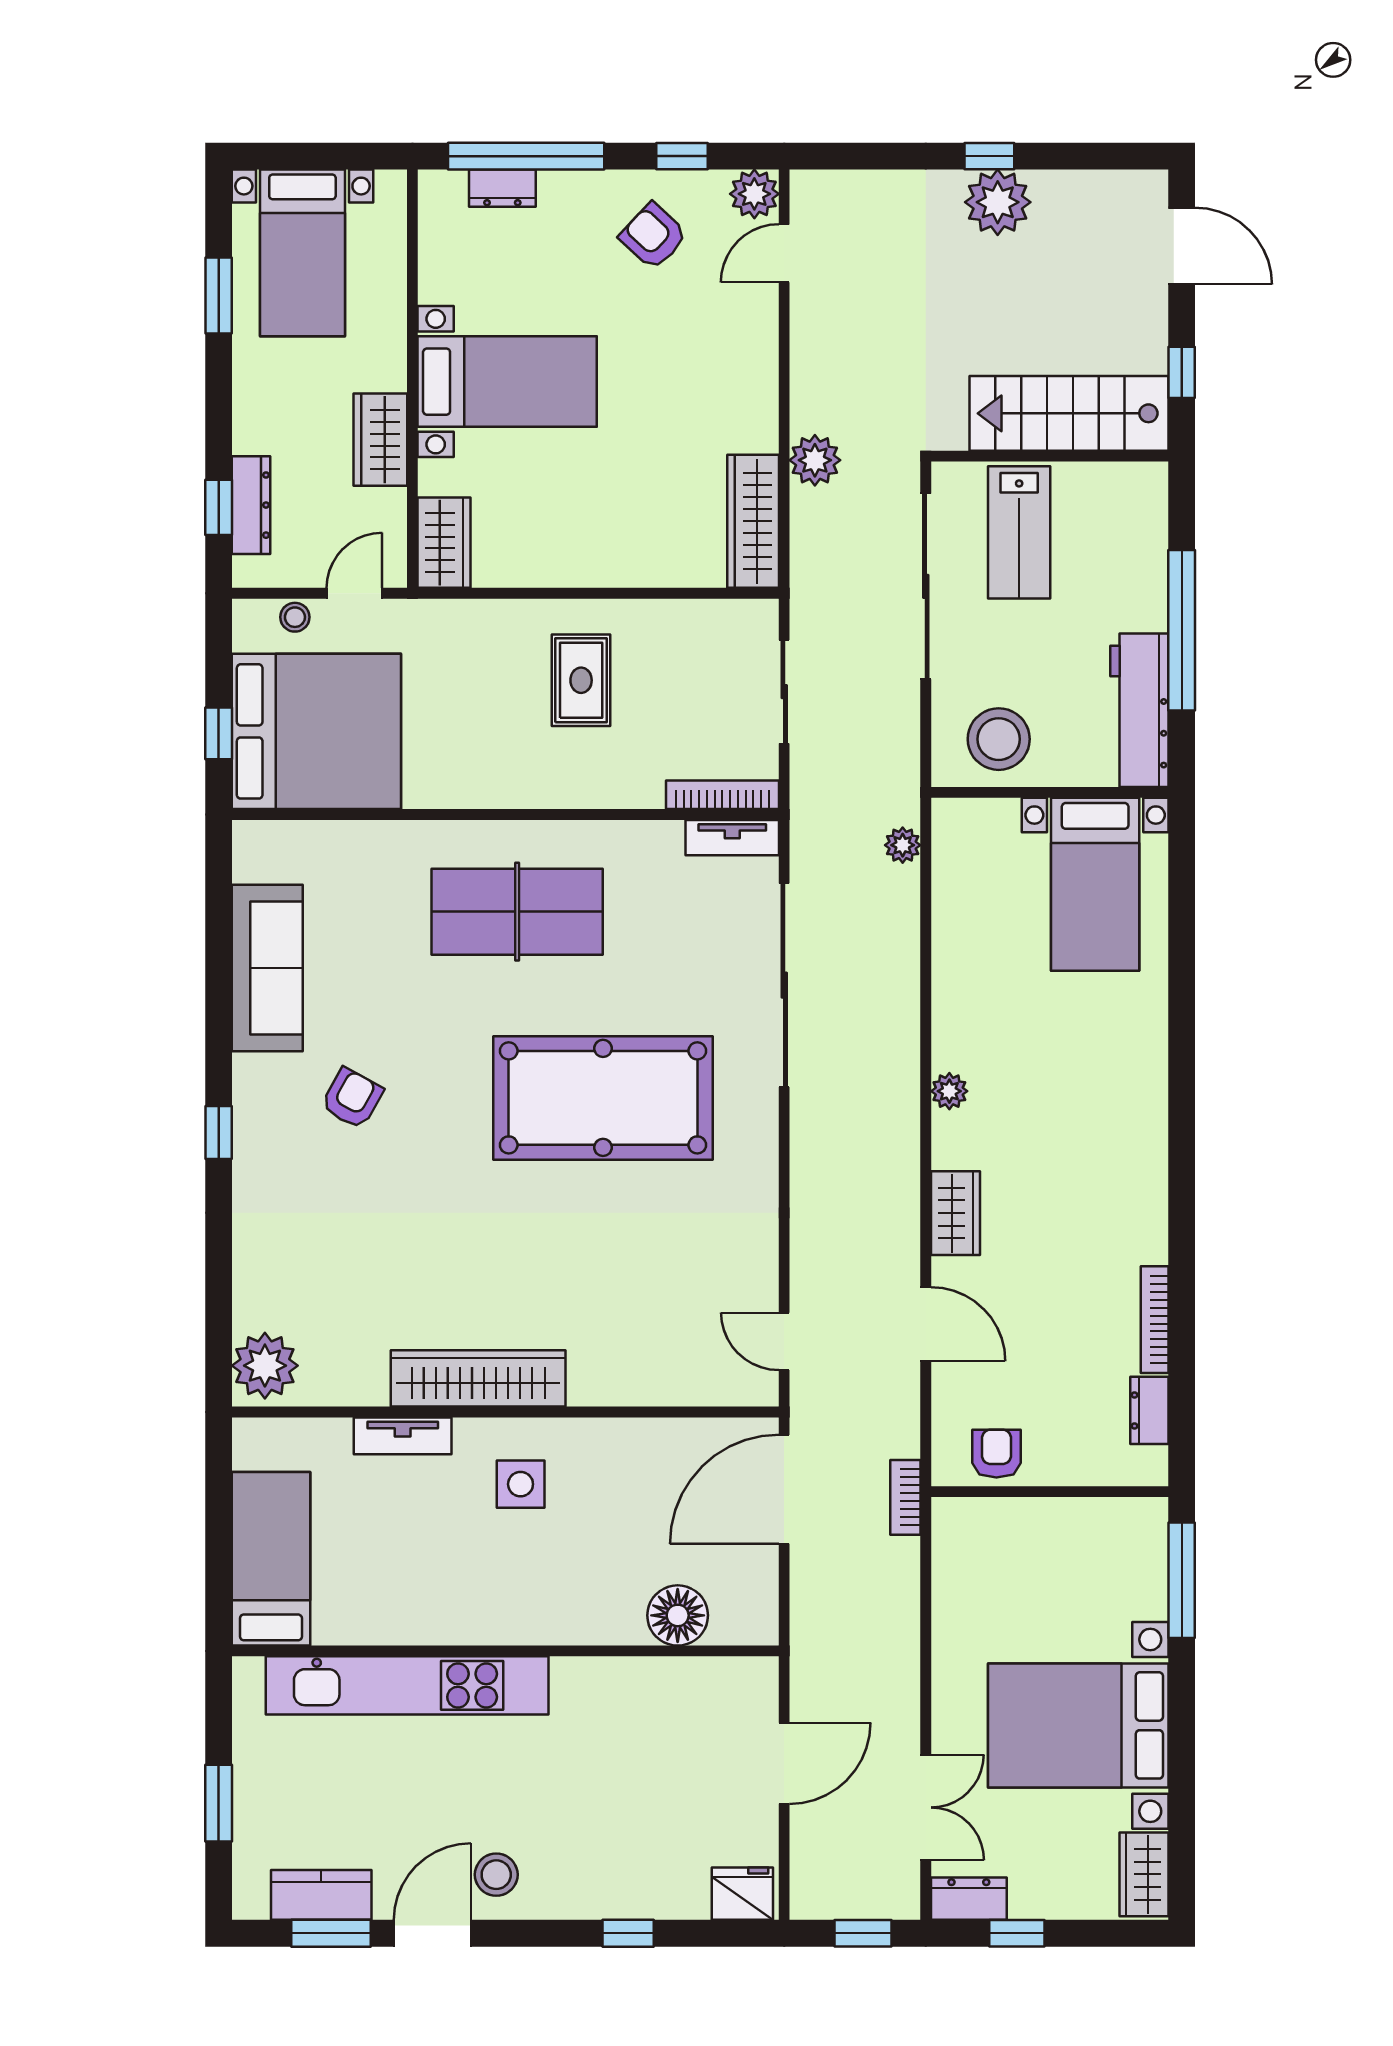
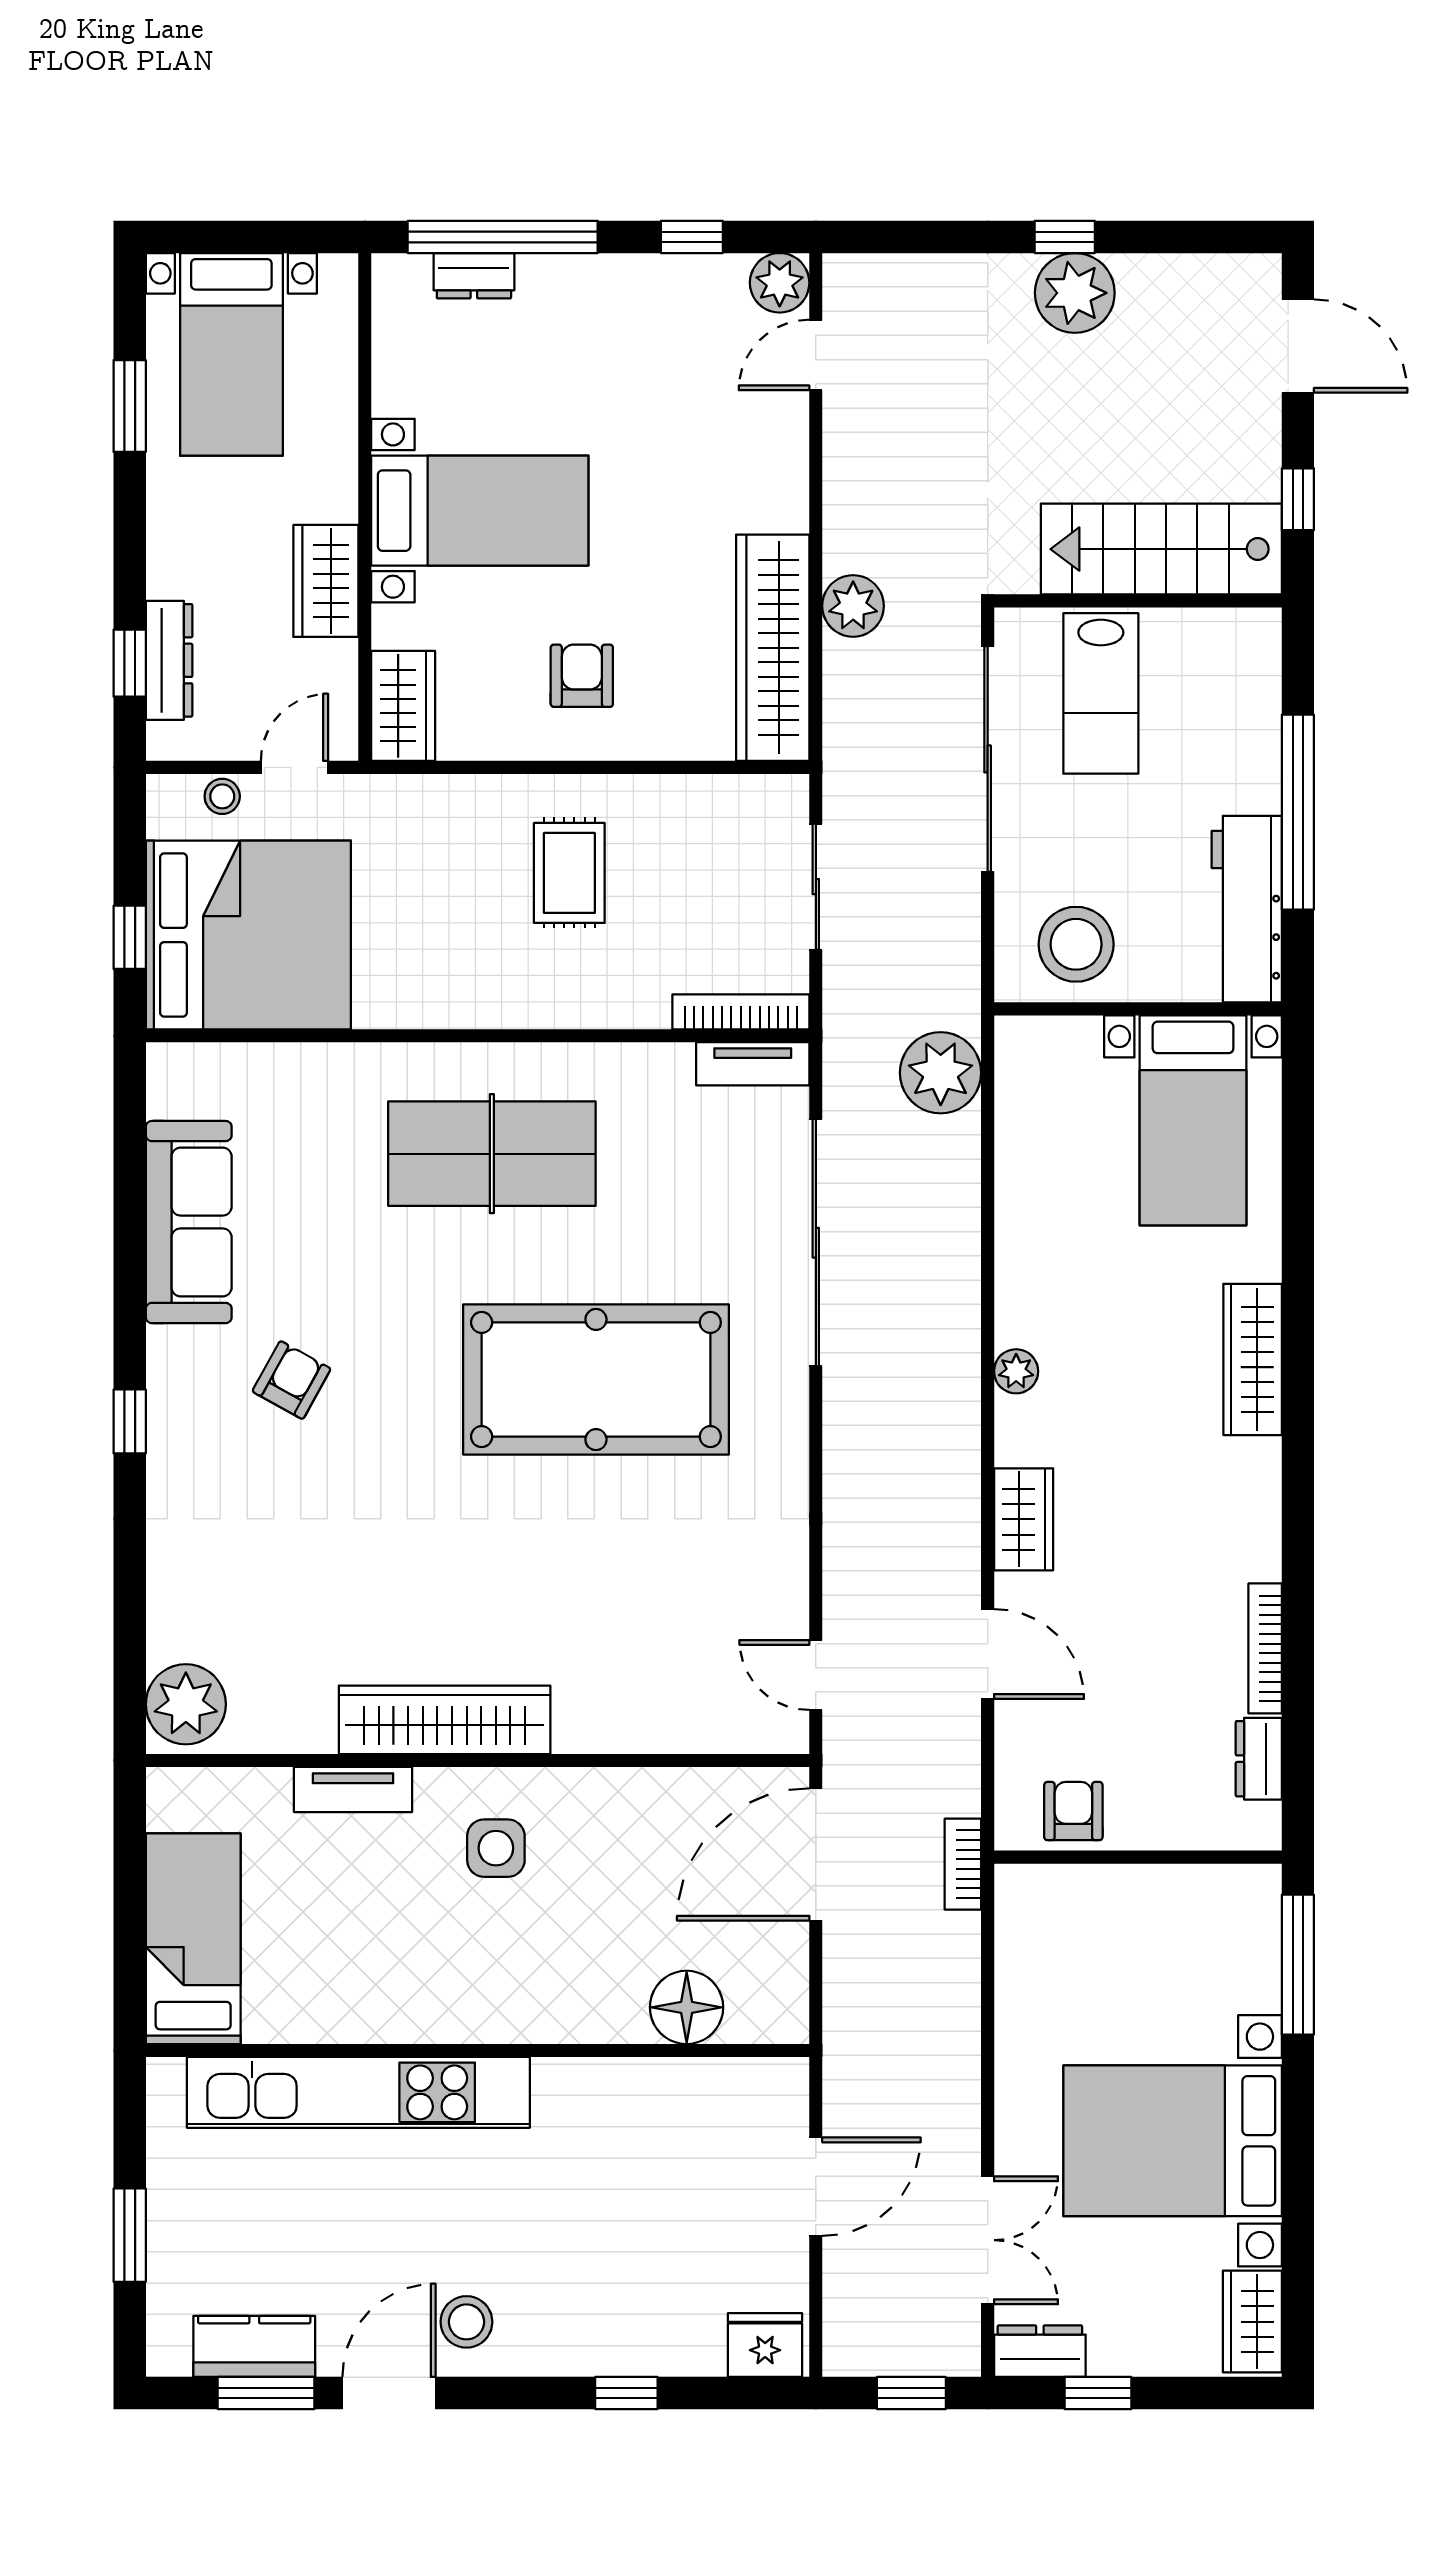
armchair: (653, 236) -> (582, 676), moved, turned 47
wardrobe: (753, 521) -> (773, 648), width x1.40, depth x1.17
plant: (903, 845) -> (941, 1073), width x1.87, depth x1.87
wardrobe: (1144, 1081) -> (1253, 1359), added

